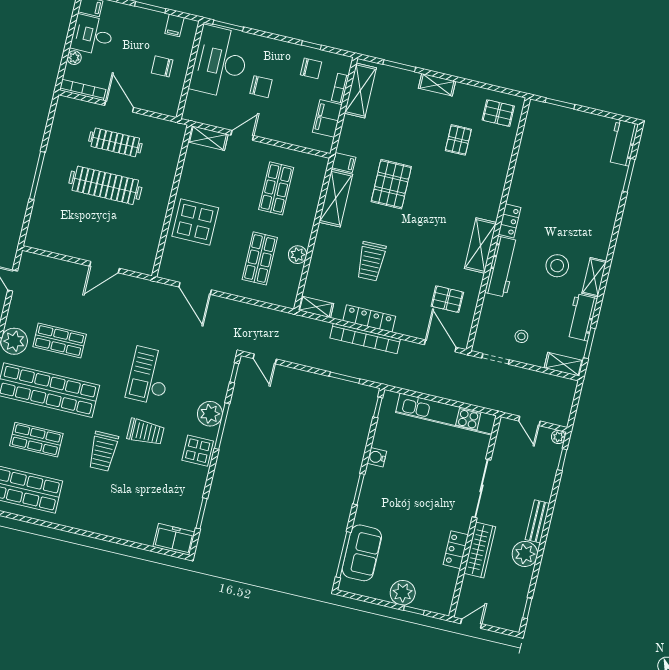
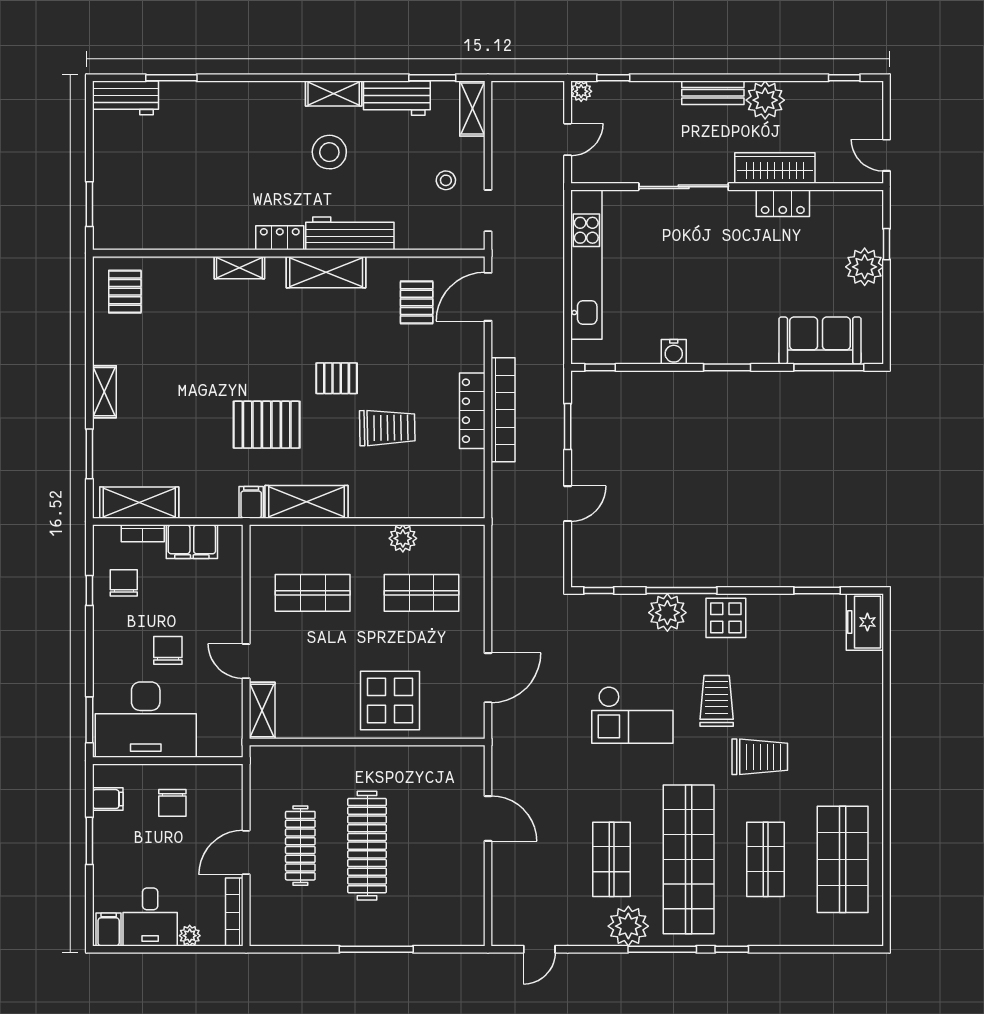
pallet: (458, 140) -> (337, 378), moved
shelving: (316, 307) -> (239, 268), moved, turned 90
door: (265, 359) -> (568, 504), moved

